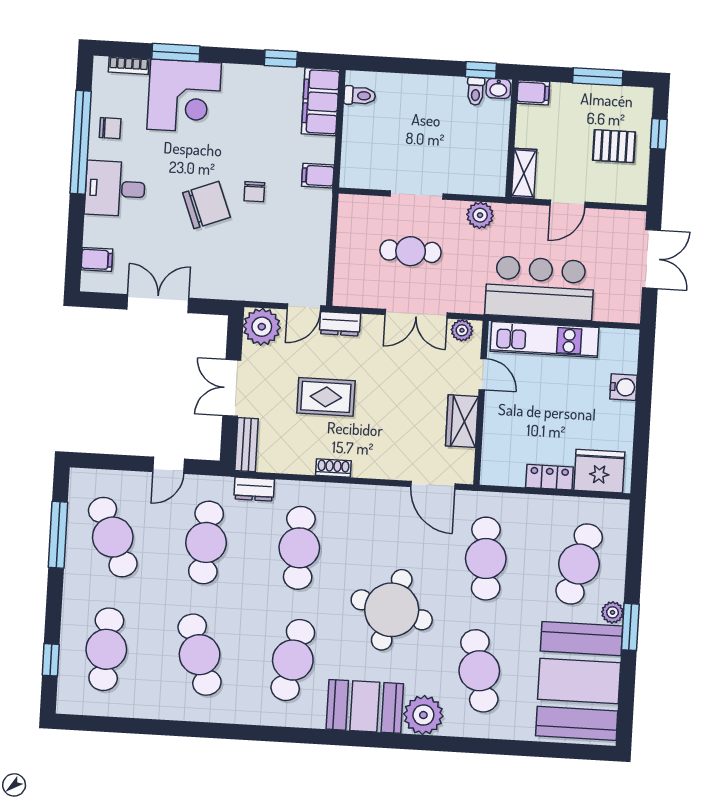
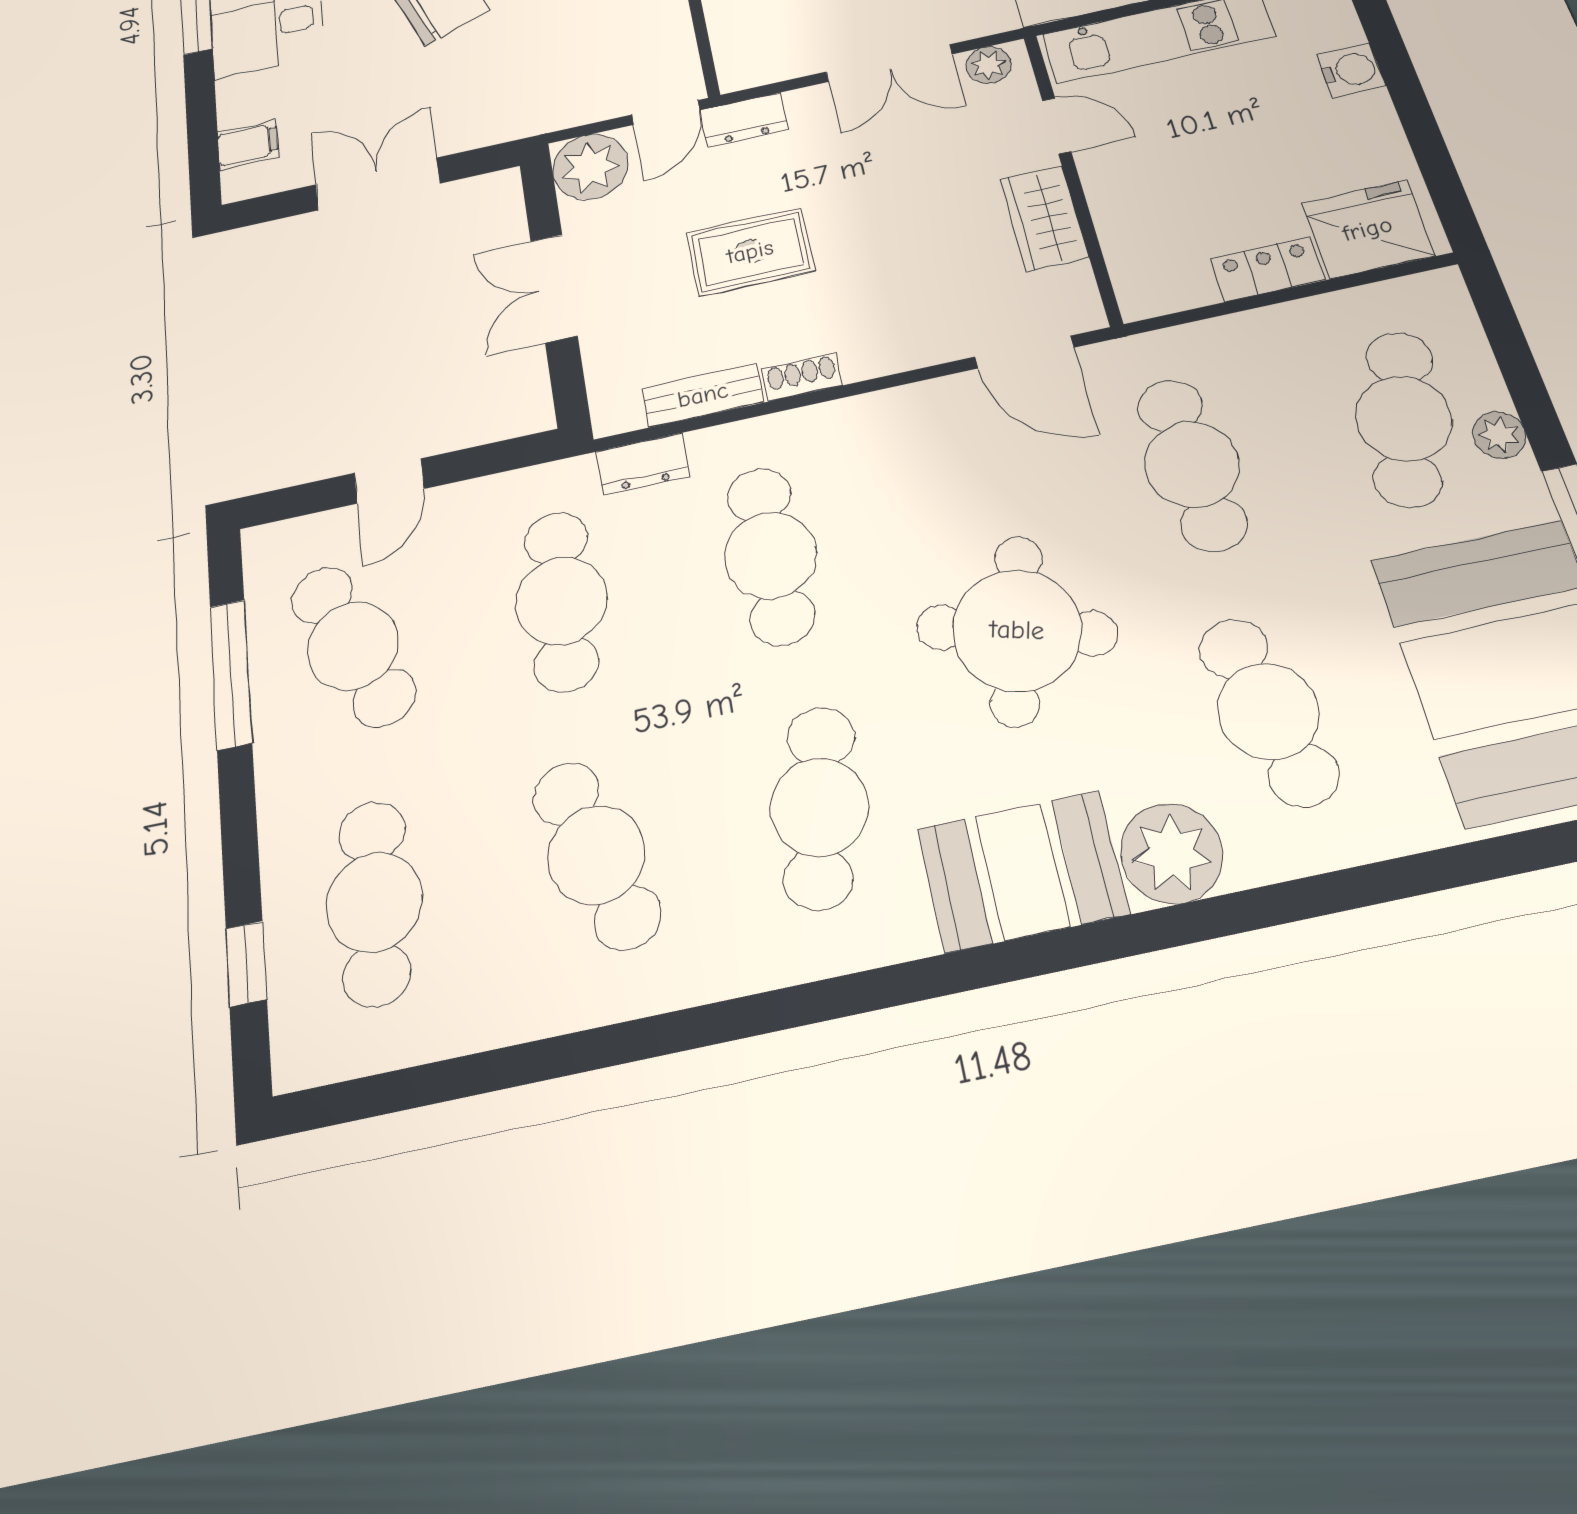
bench: (246, 445) -> (703, 395), moved, turned 90
door: (169, 465) -> (389, 481), moved
plant: (612, 612) -> (1499, 435), moved

